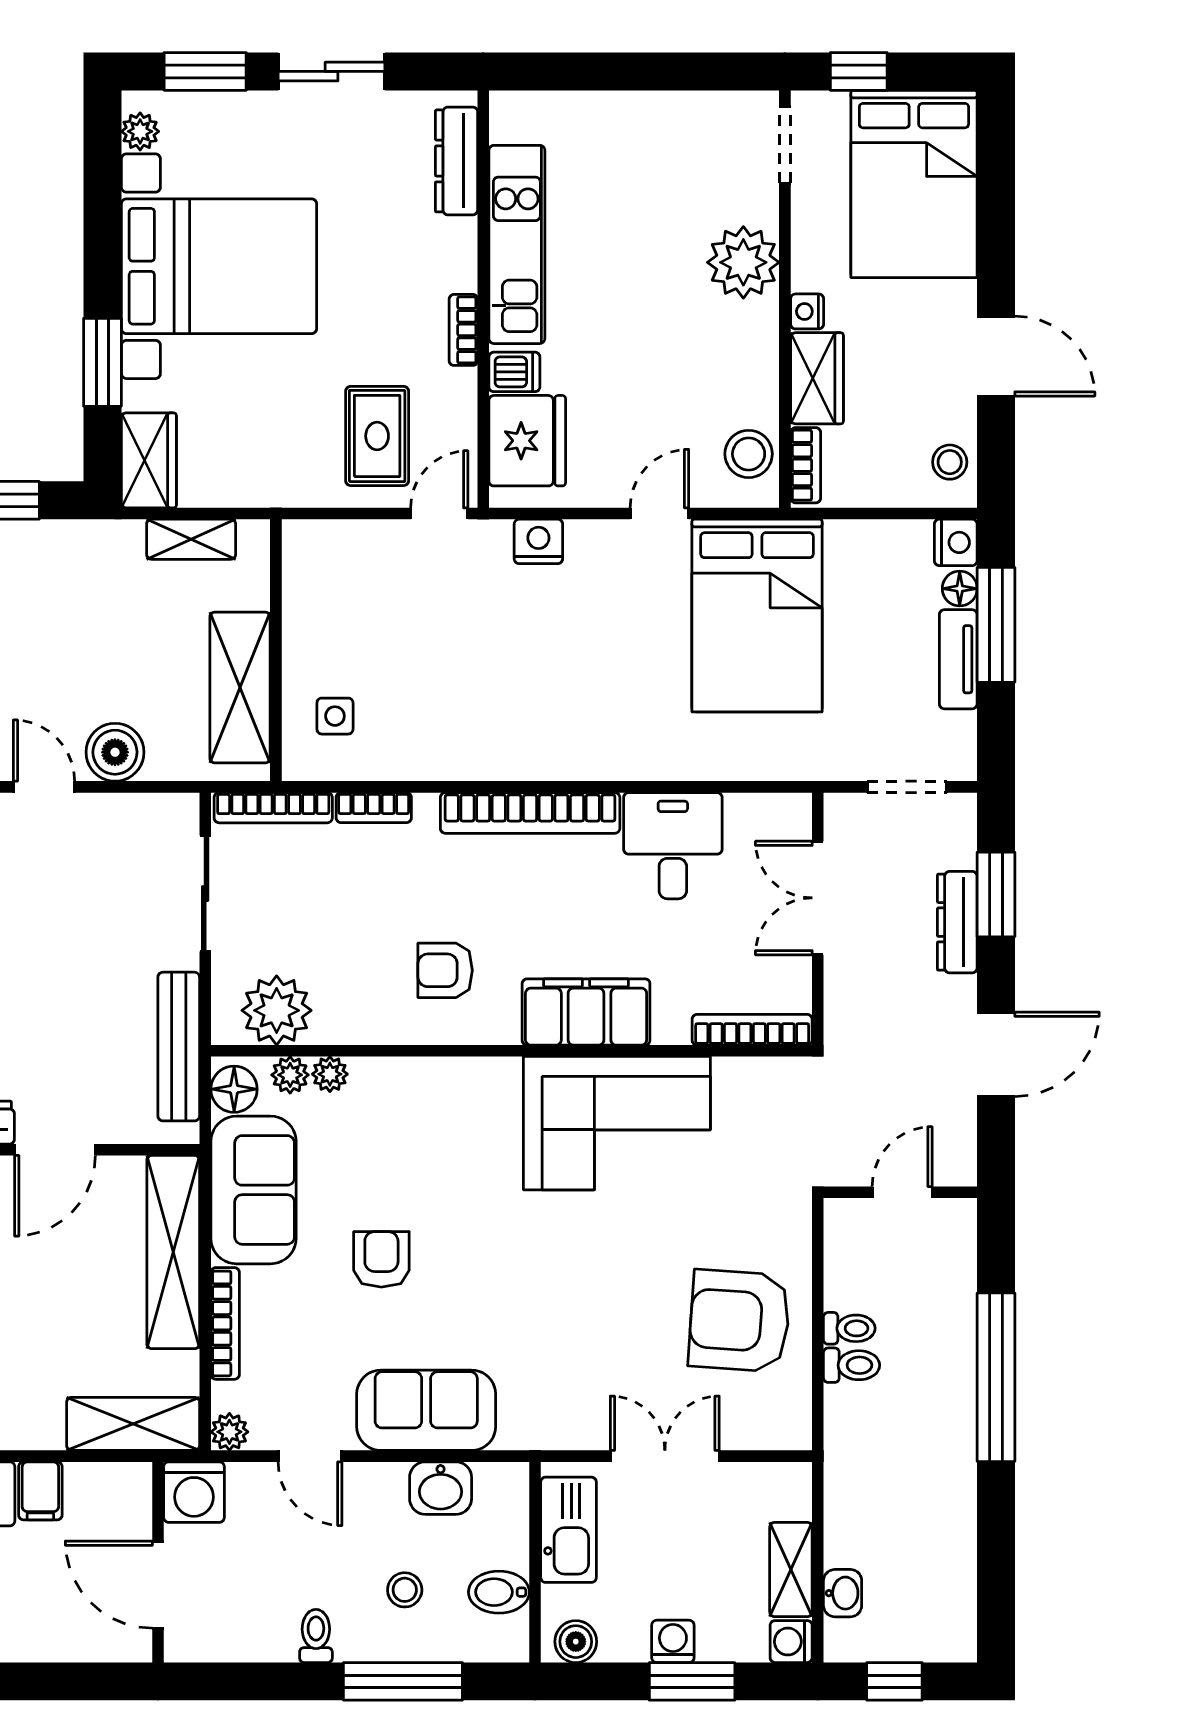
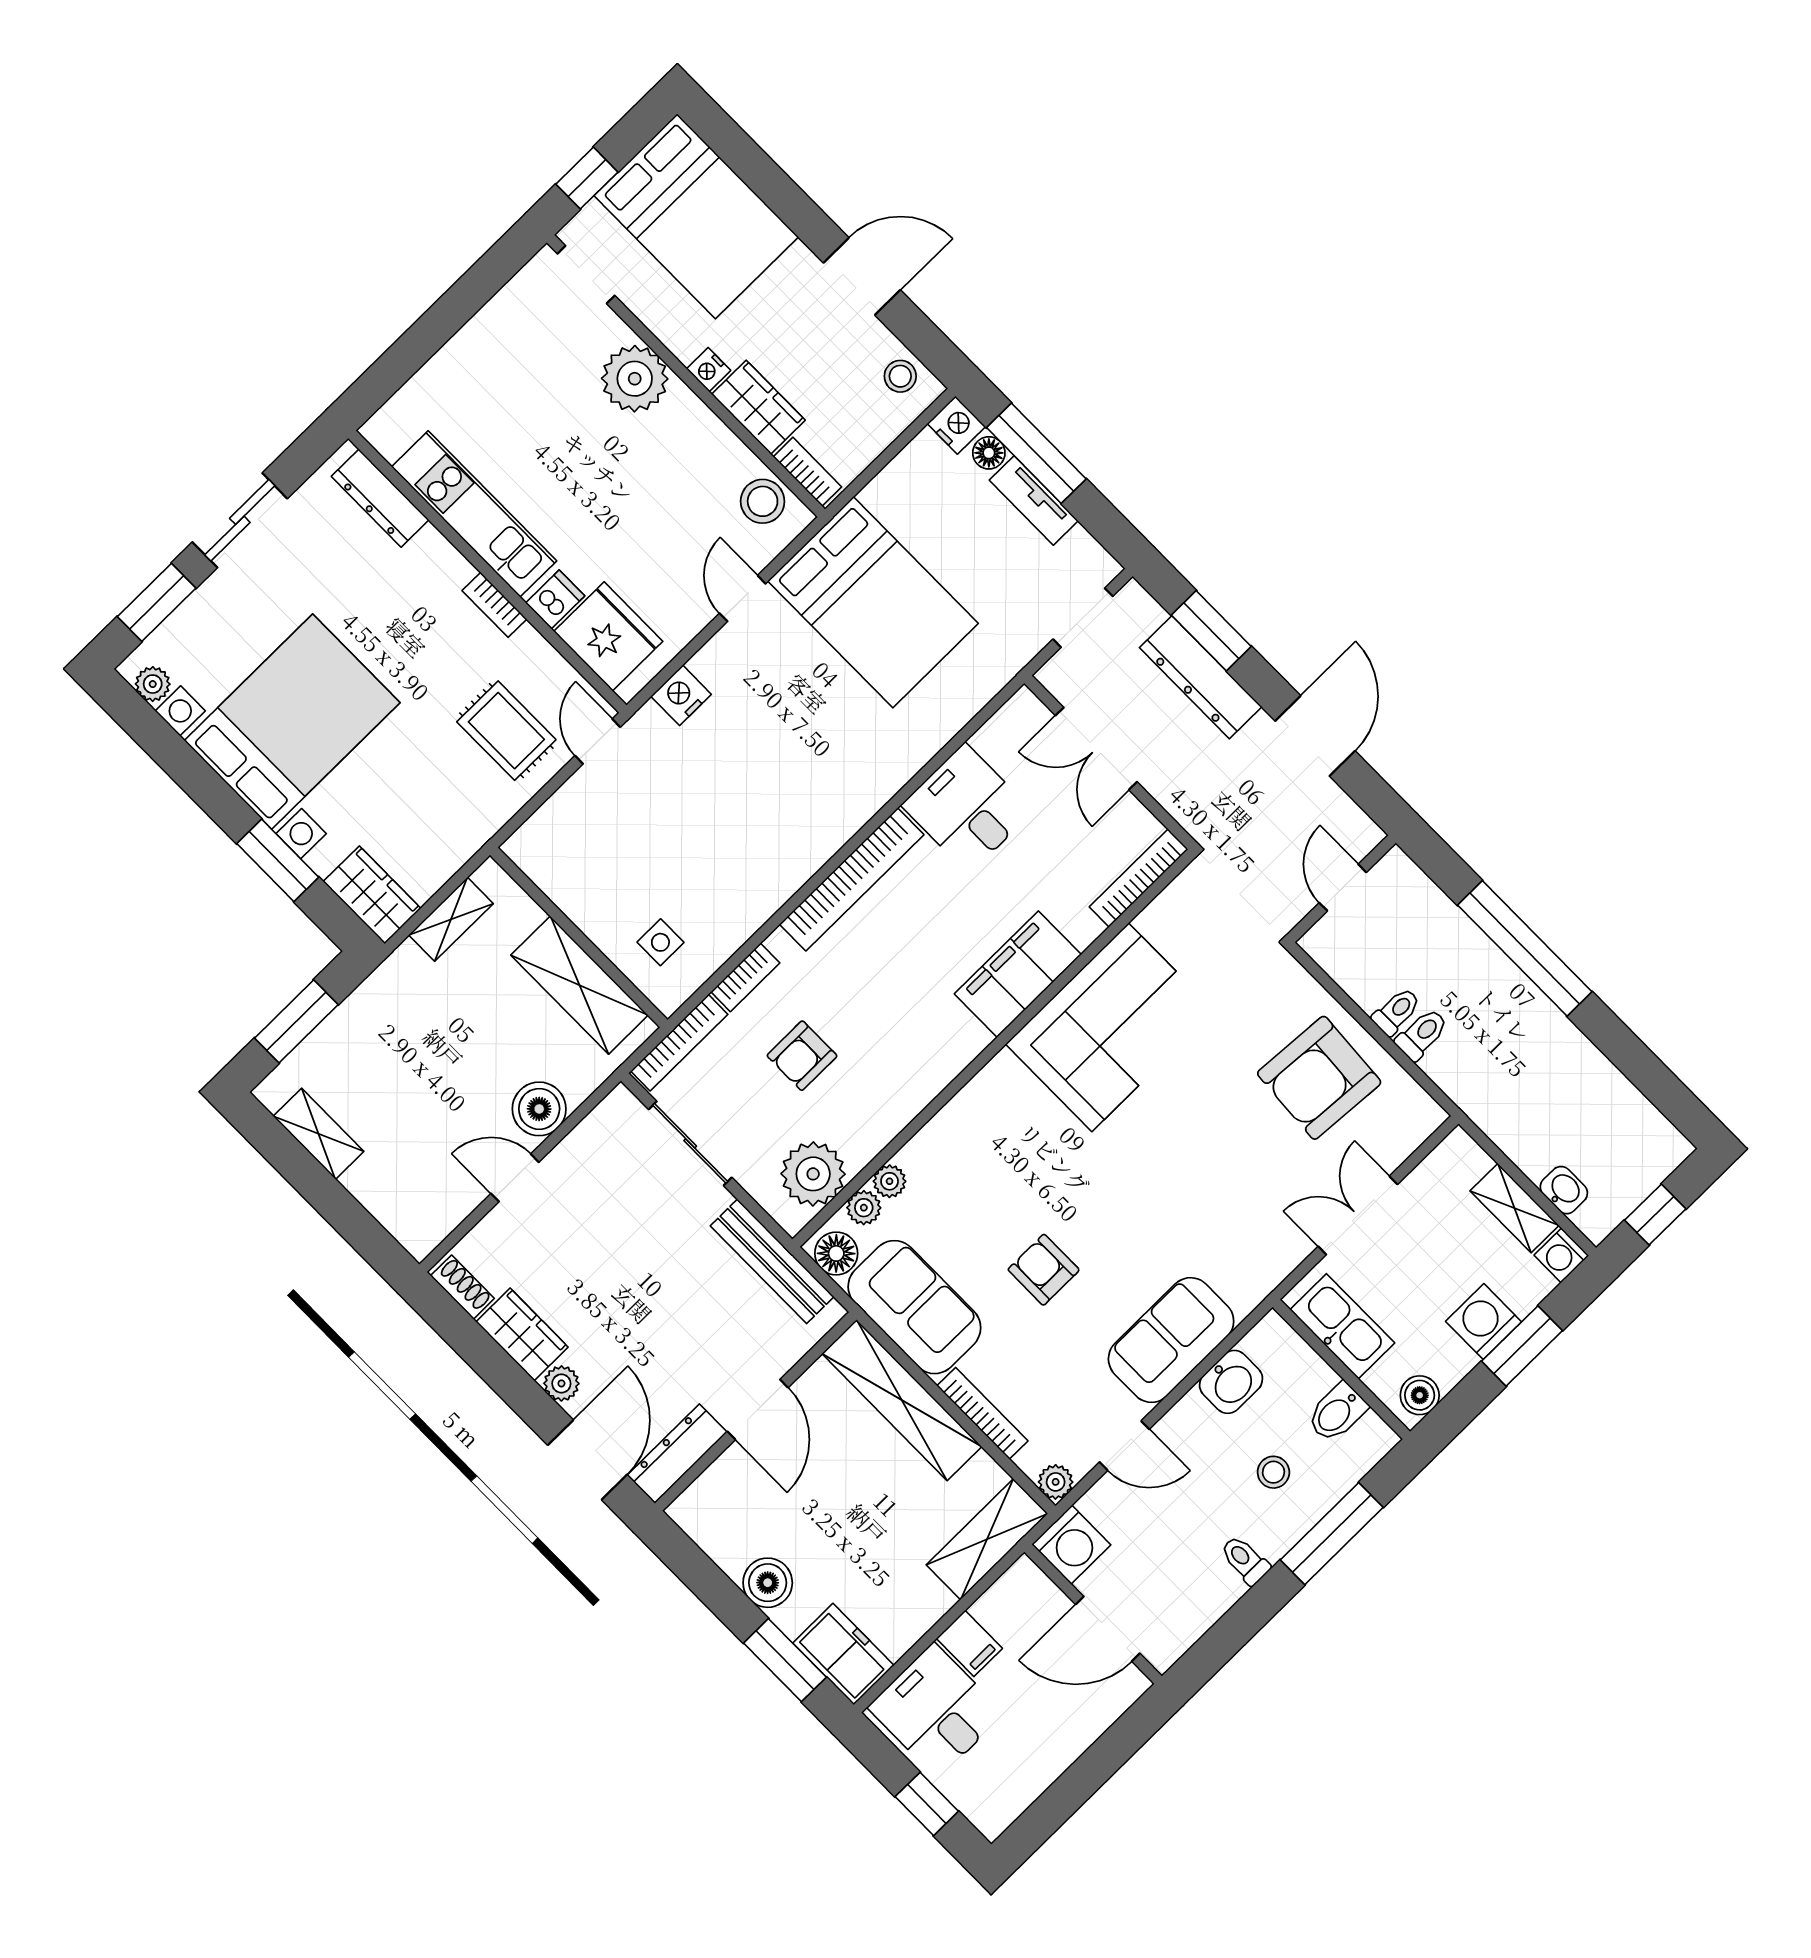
dresser: (957, 922) -> (1201, 677), width x1.37, depth x1.24
armchair: (445, 970) -> (802, 1056), moved
washing machine: (673, 1641) -> (1484, 1322), width x1.38, depth x1.38

